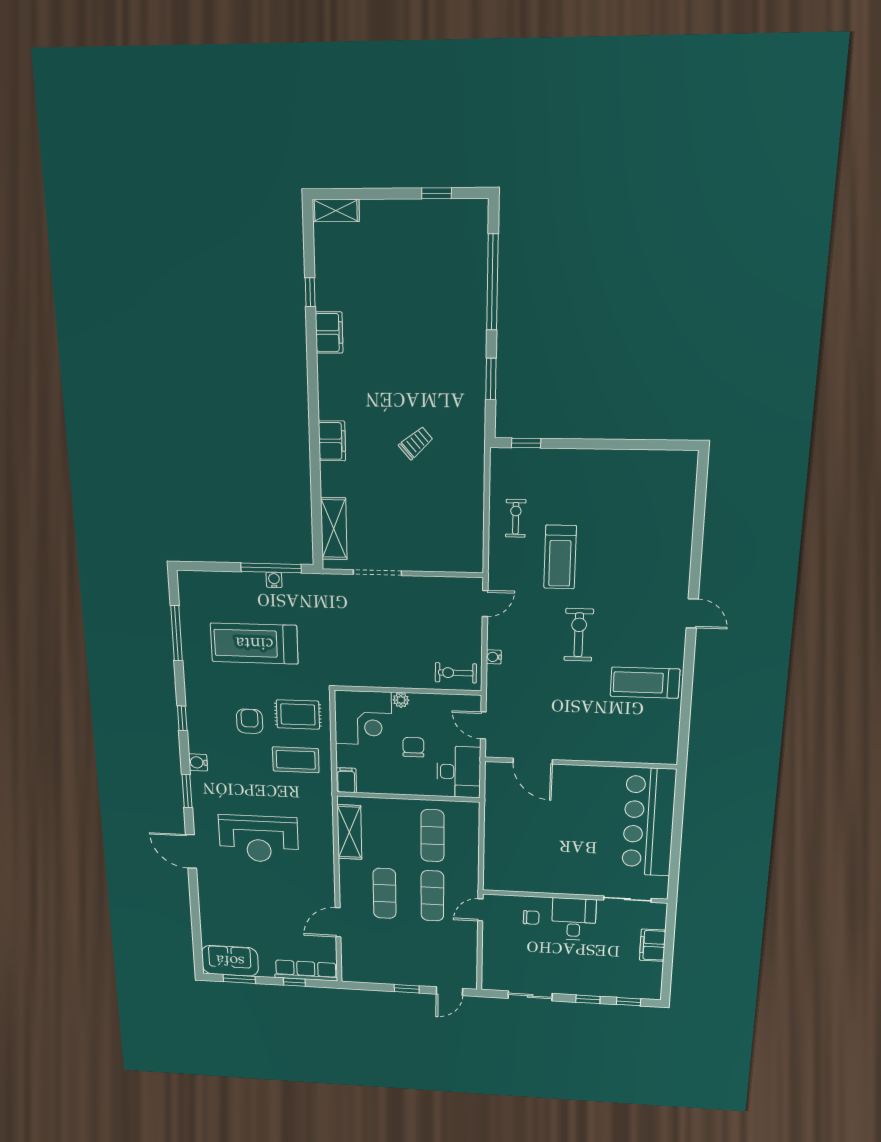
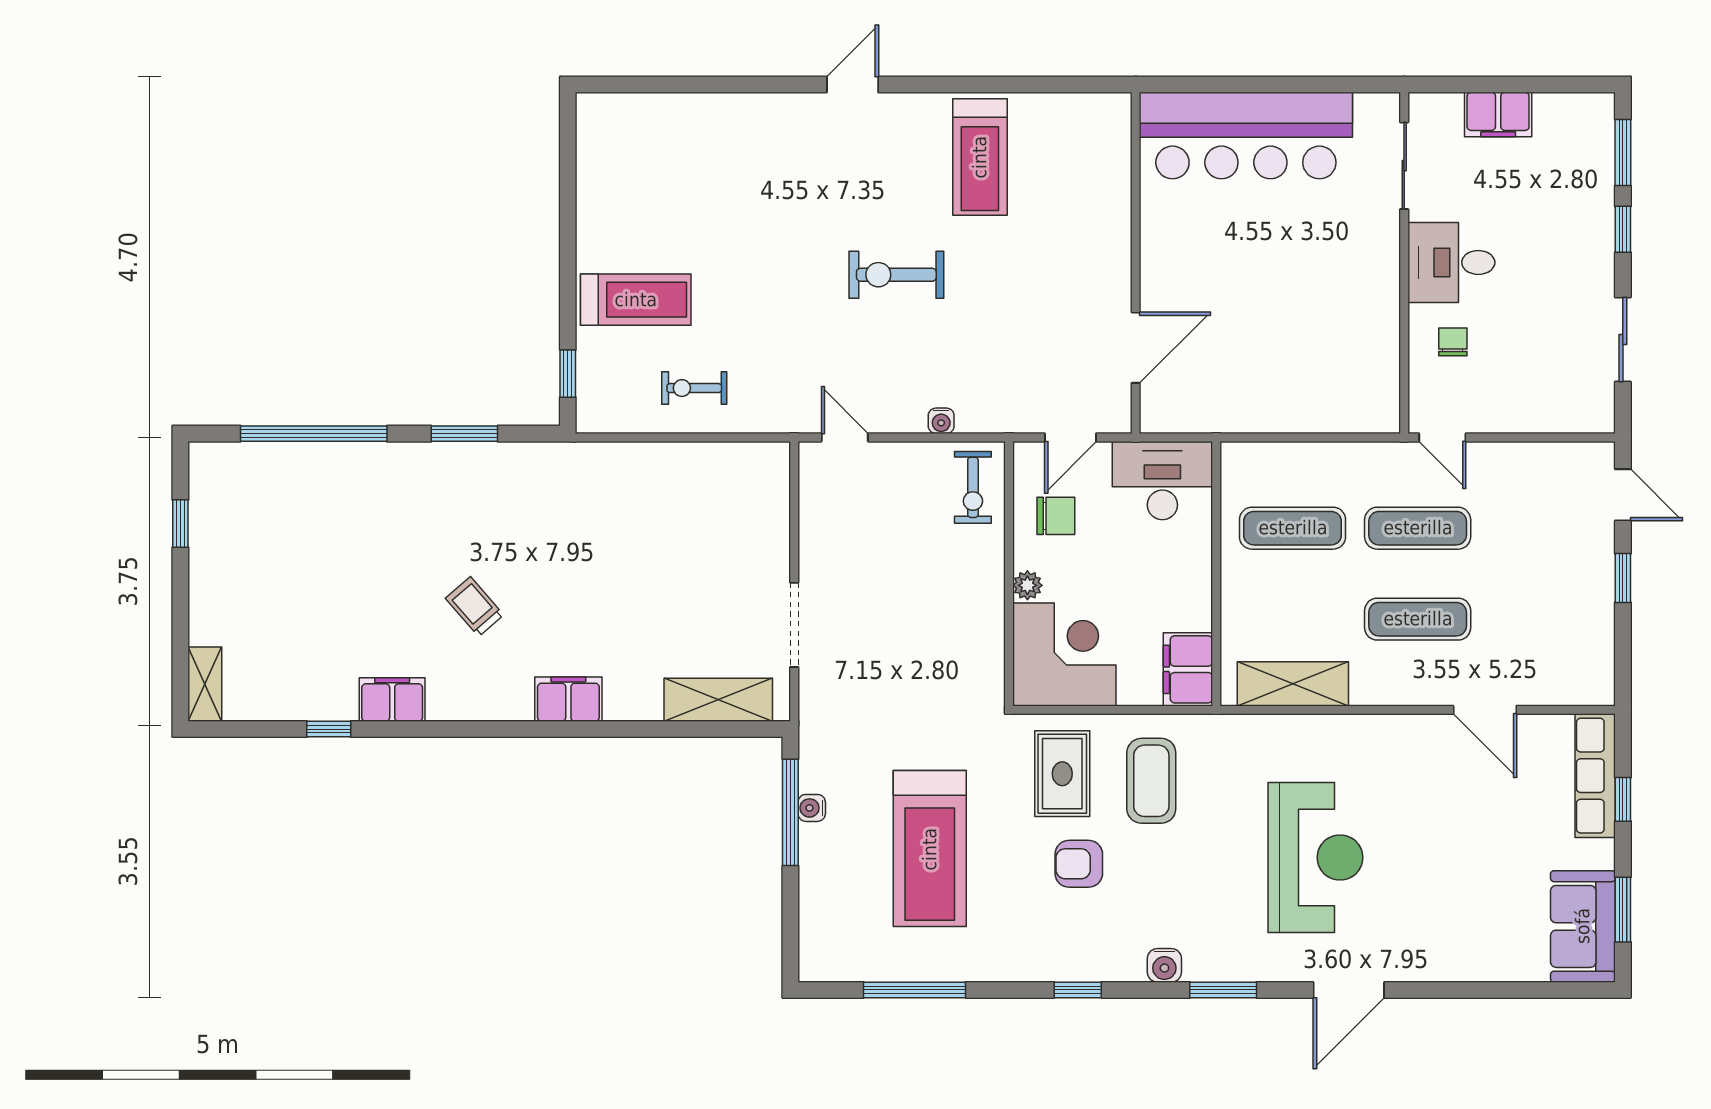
trolley: (416, 443) -> (475, 607), moved
treadmill: (560, 557) -> (636, 300), moved
chair: (413, 747) -> (1056, 516), moved, turned 180
filing cabinet: (346, 780) -> (1188, 669), width x2.00
window: (629, 1002) -> (1623, 153), width x1.50

